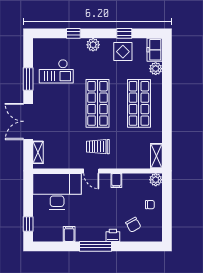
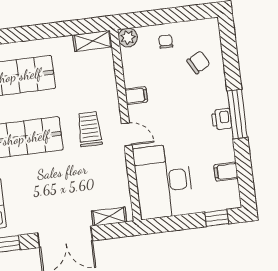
trolley: (98, 147) -> (90, 129), turned 180
door: (91, 171) -> (127, 134), hinge flipped
filing cabinet: (69, 234) -> (226, 172), moved
printer: (113, 235) -> (222, 119), moved

